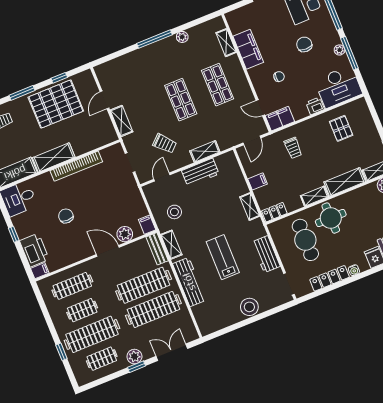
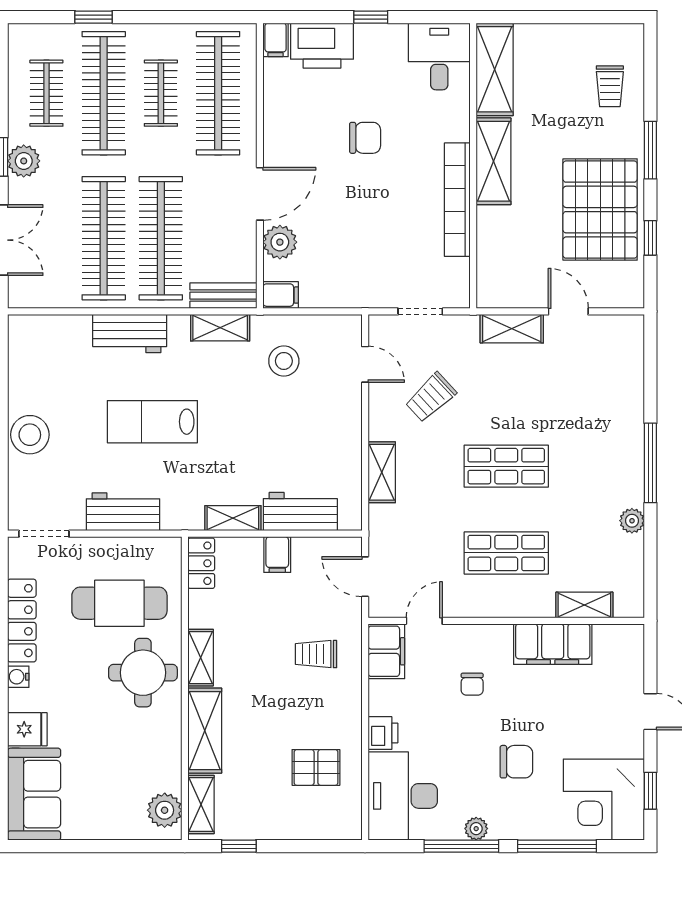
workbench: (200, 172) -> (300, 512), moved, turned 90
lab bench: (223, 257) -> (152, 422), turned 180
workbench: (189, 282) -> (130, 334), width x0.73
clothes rail: (72, 286) -> (218, 93), width x1.37, depth x1.31

